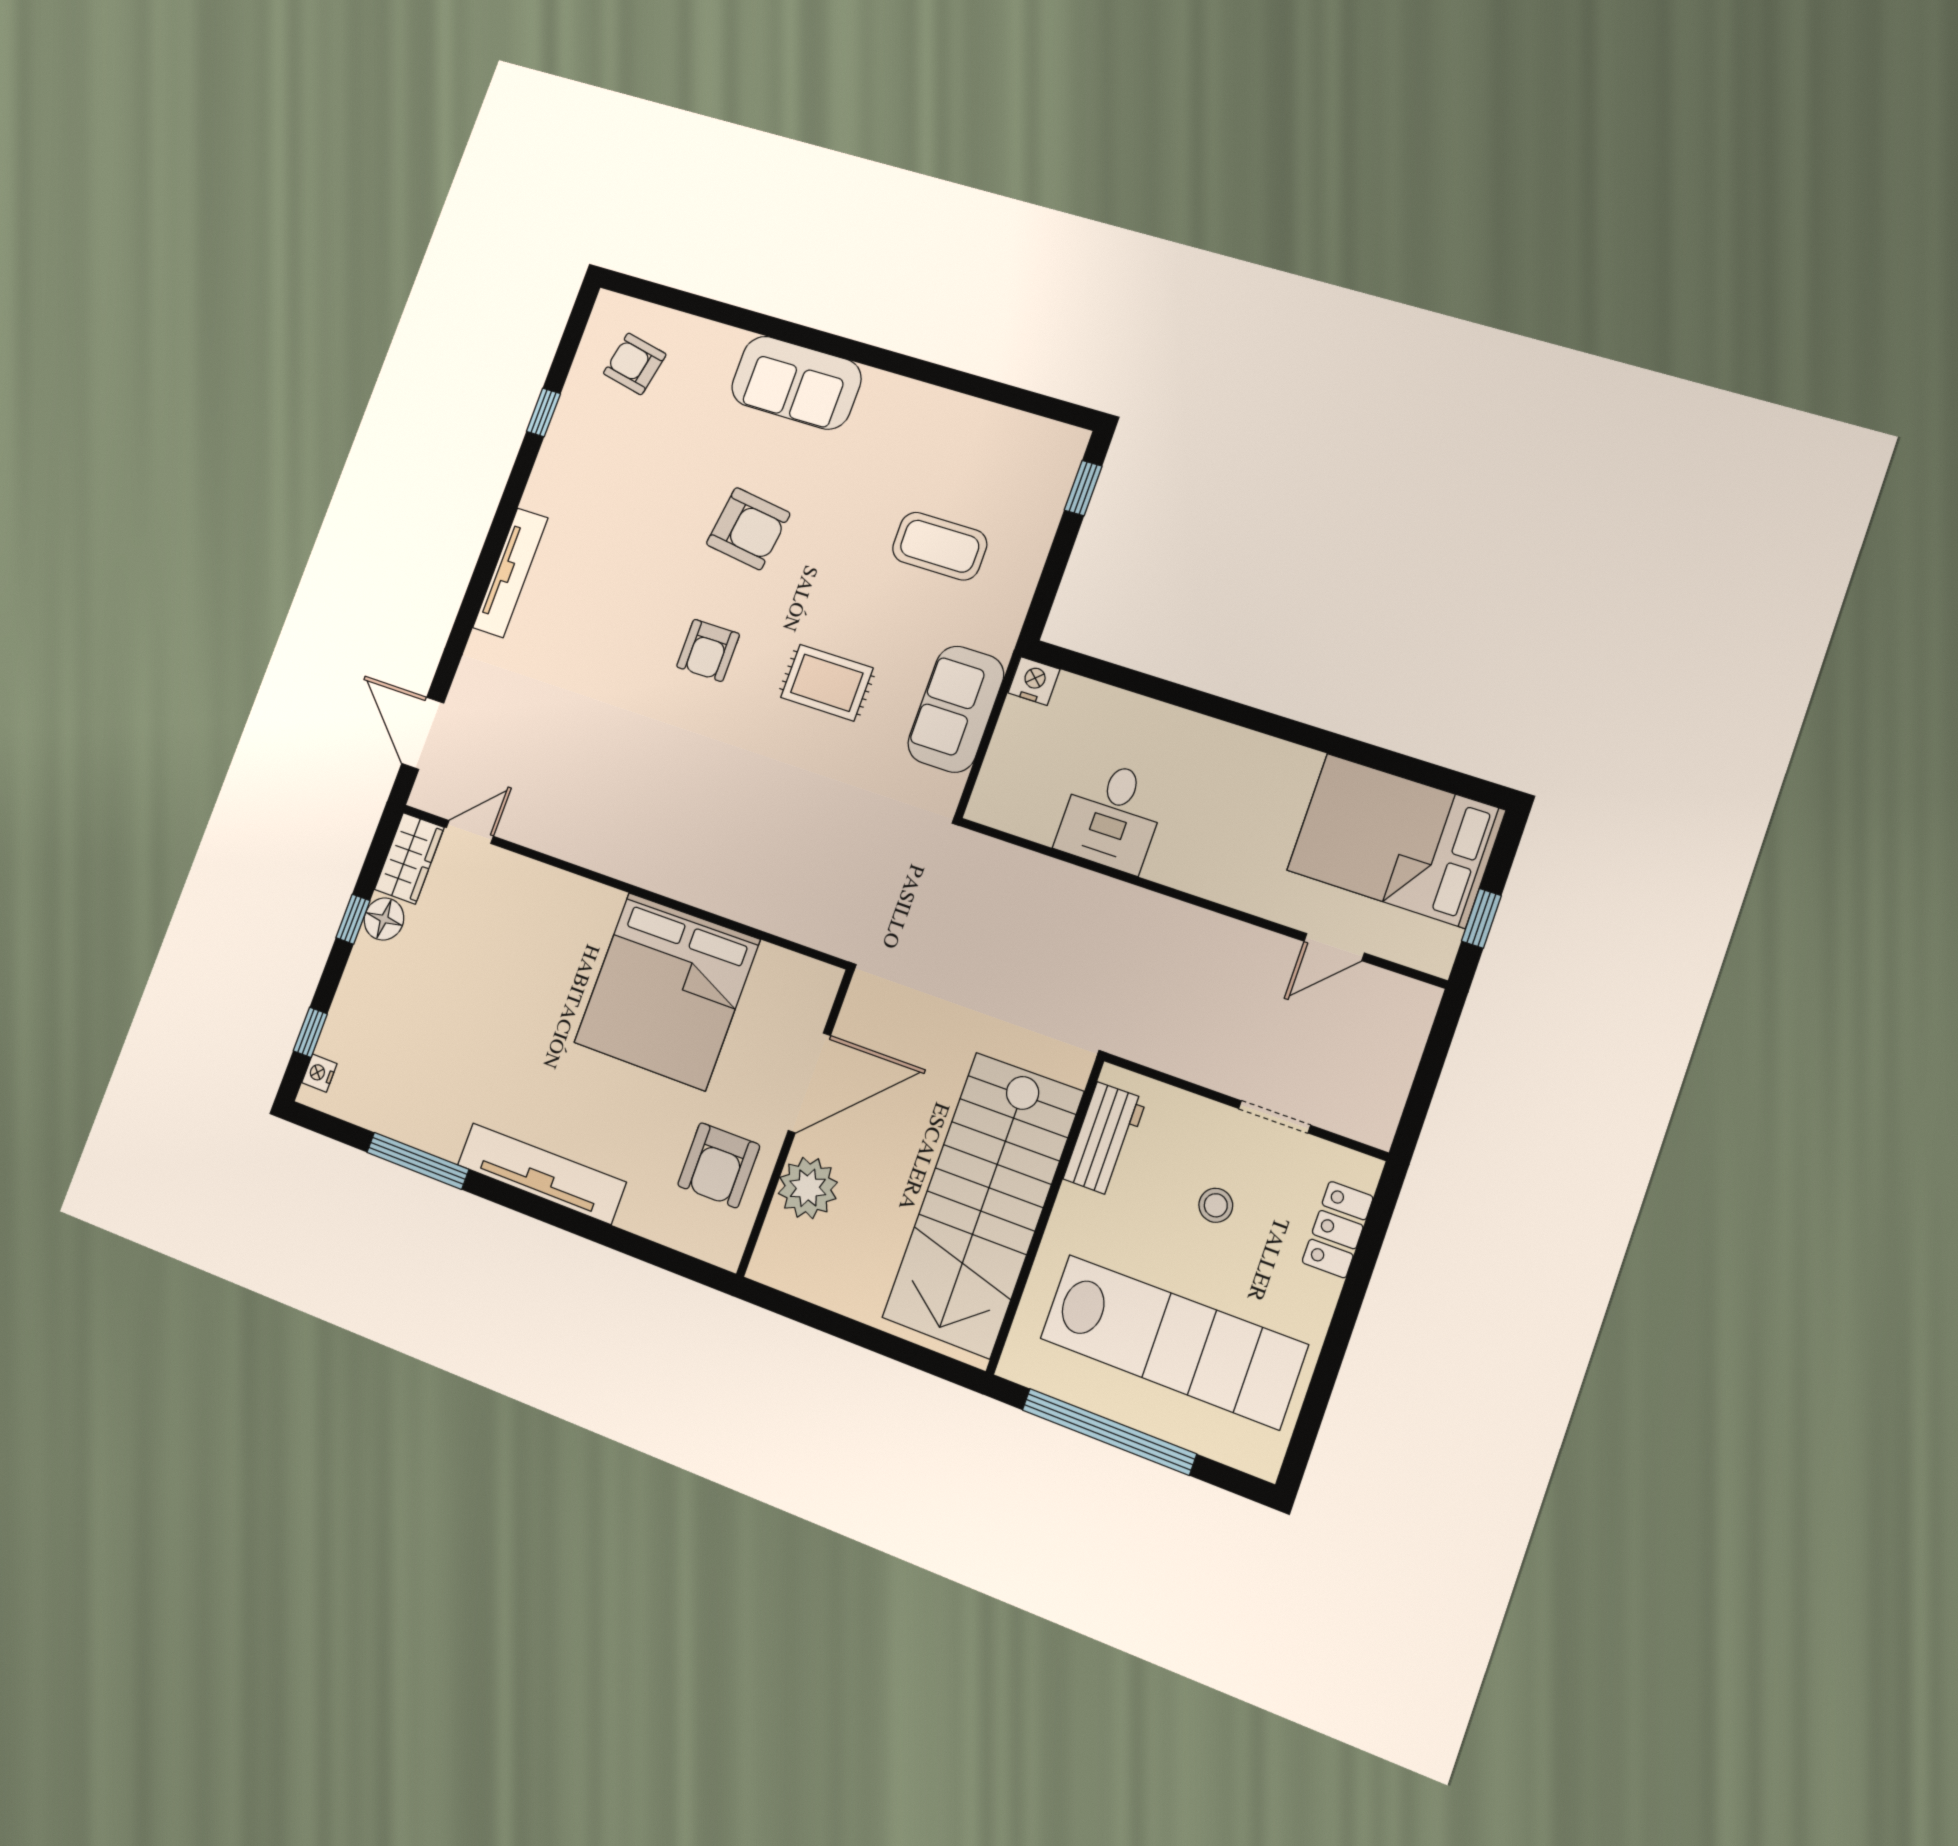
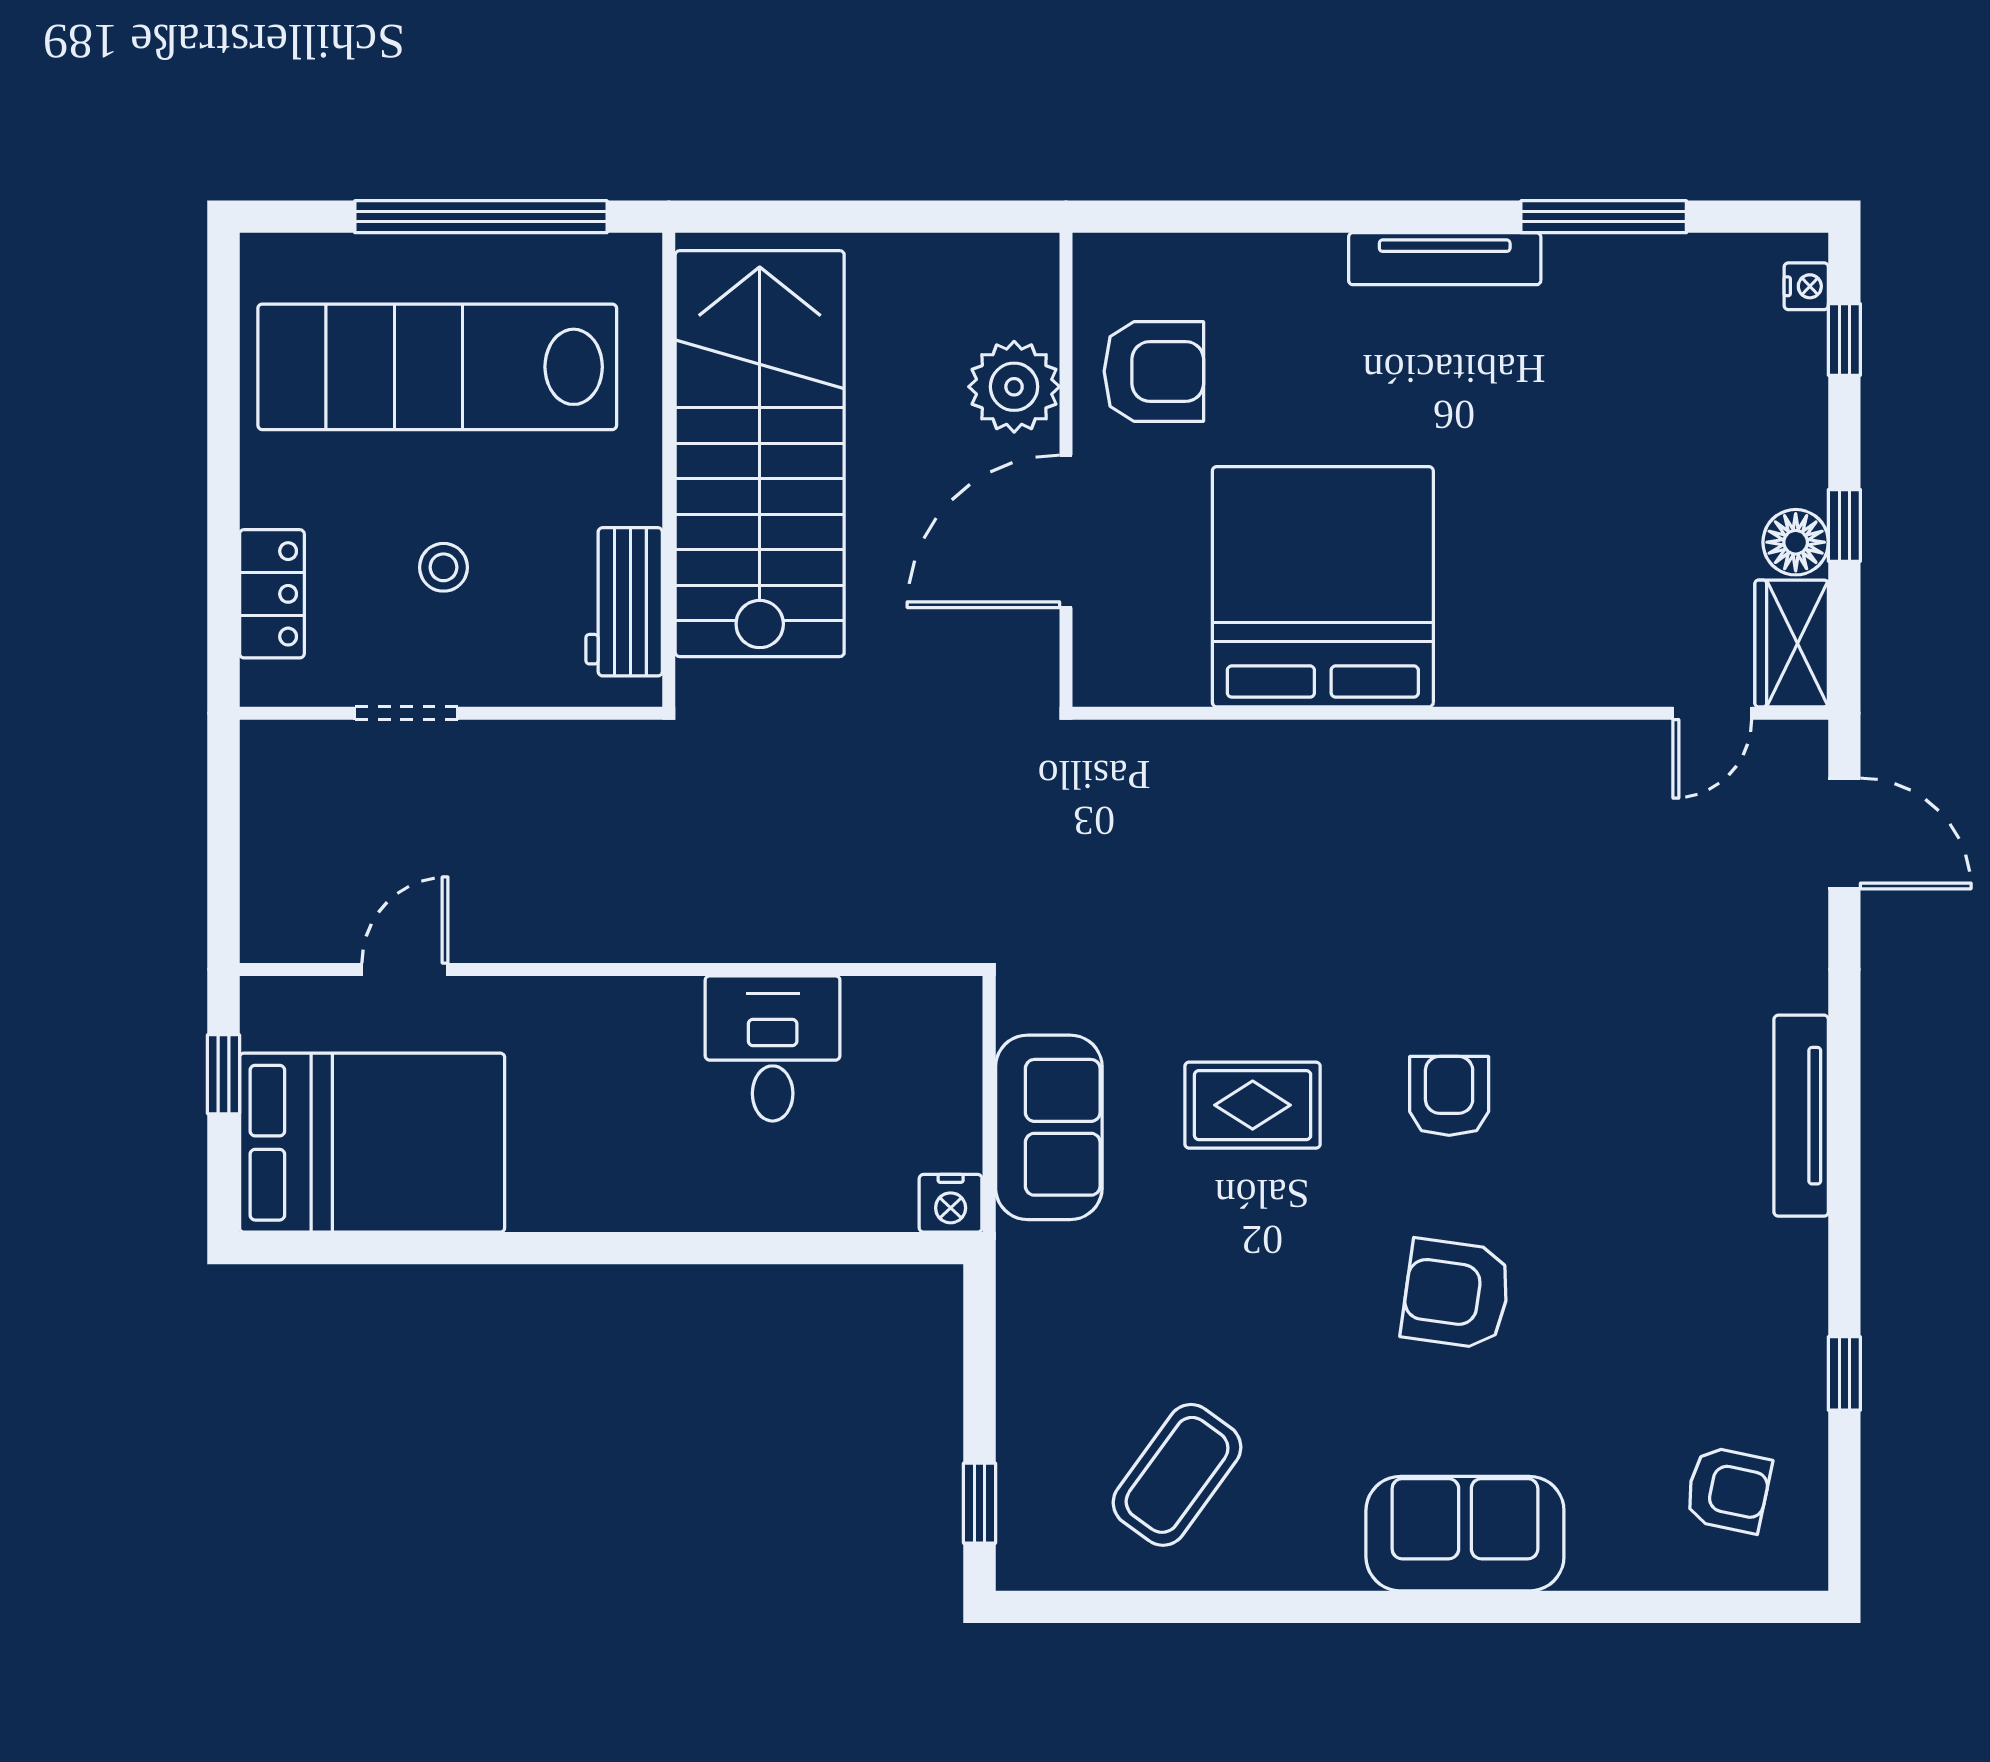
coffee table: (940, 546) -> (1177, 1475), moved, turned -54
armchair: (719, 1165) -> (1154, 371), turned 90
tv unit: (541, 1174) -> (1445, 259), width x0.73, depth x0.78

